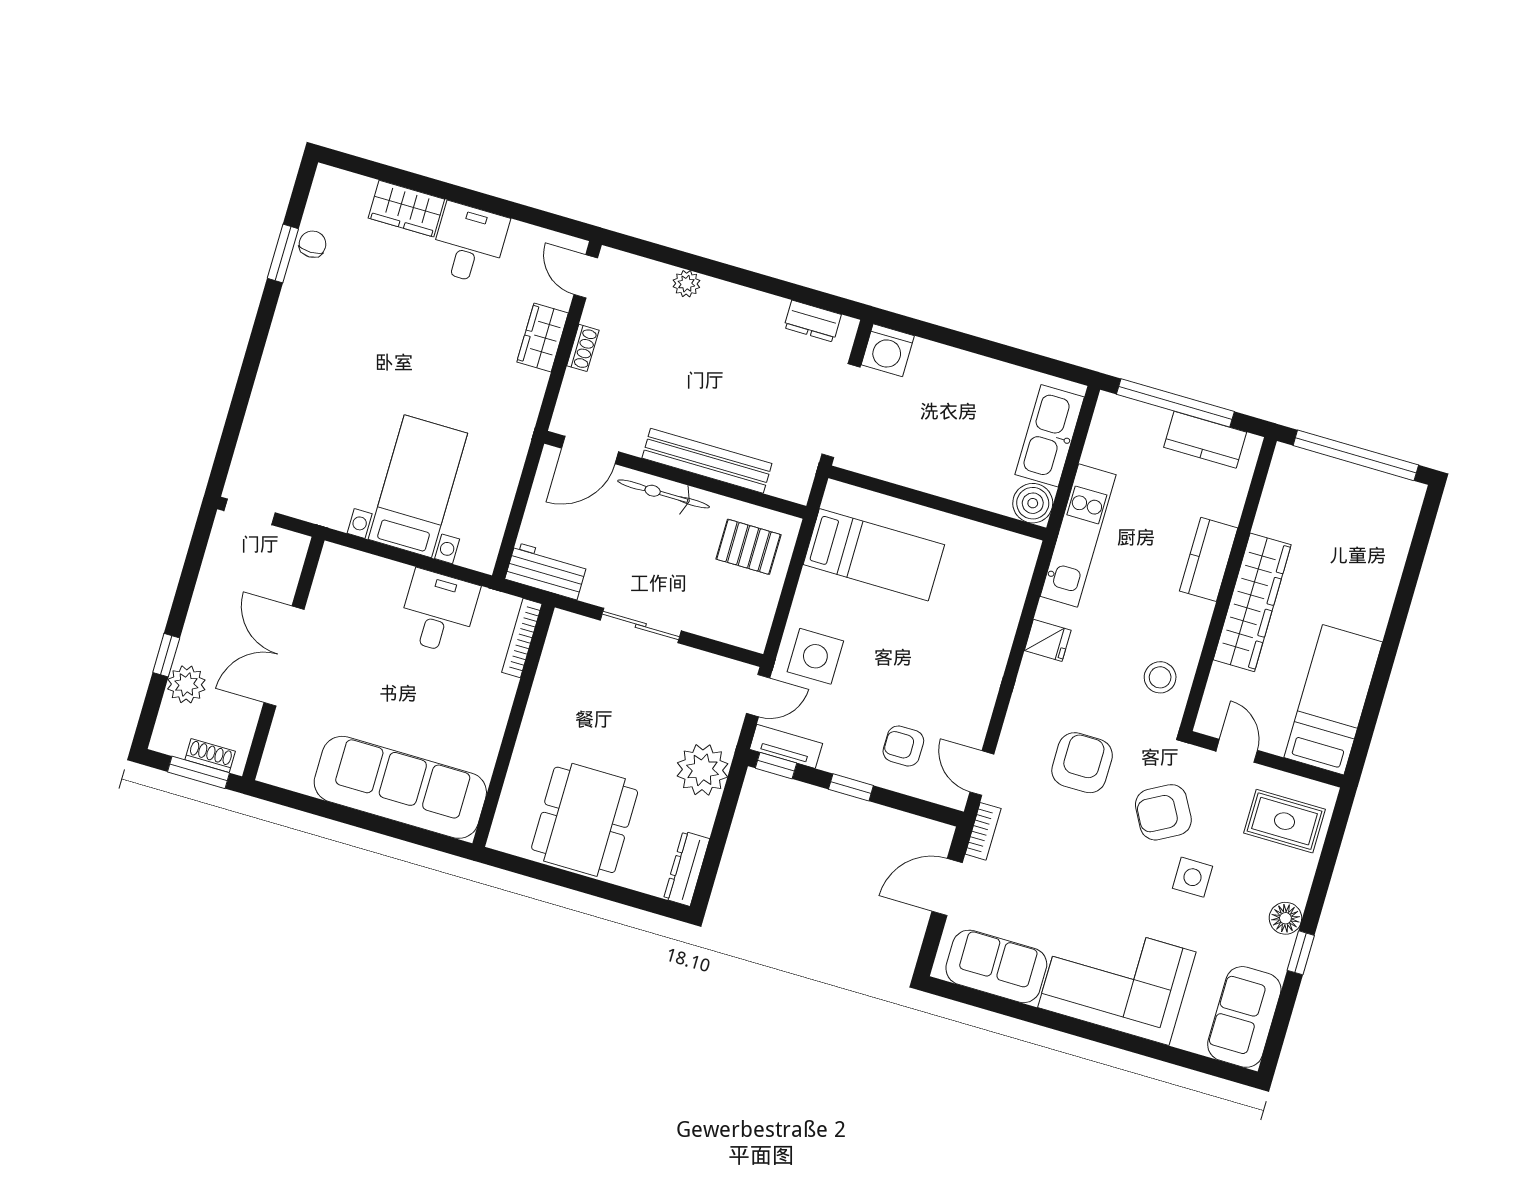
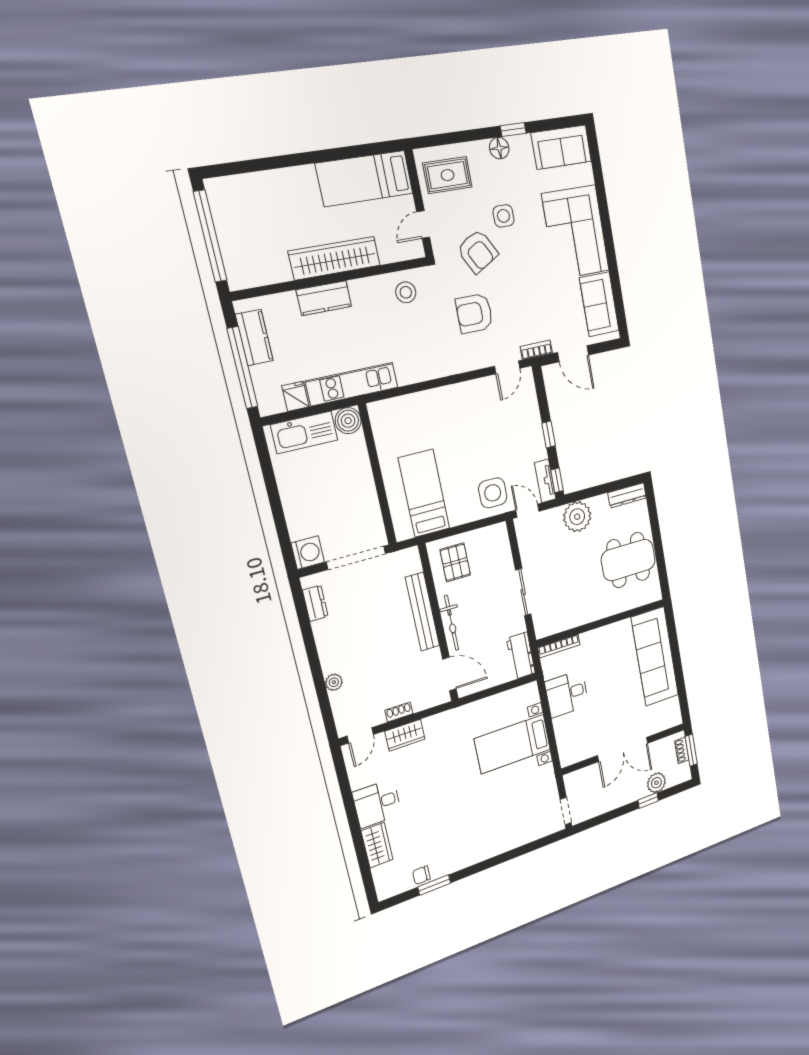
fridge: (1048, 640) -> (296, 396), moved
armchair: (903, 746) -> (514, 419), removed
rug: (1285, 821) -> (447, 175), turned 90

